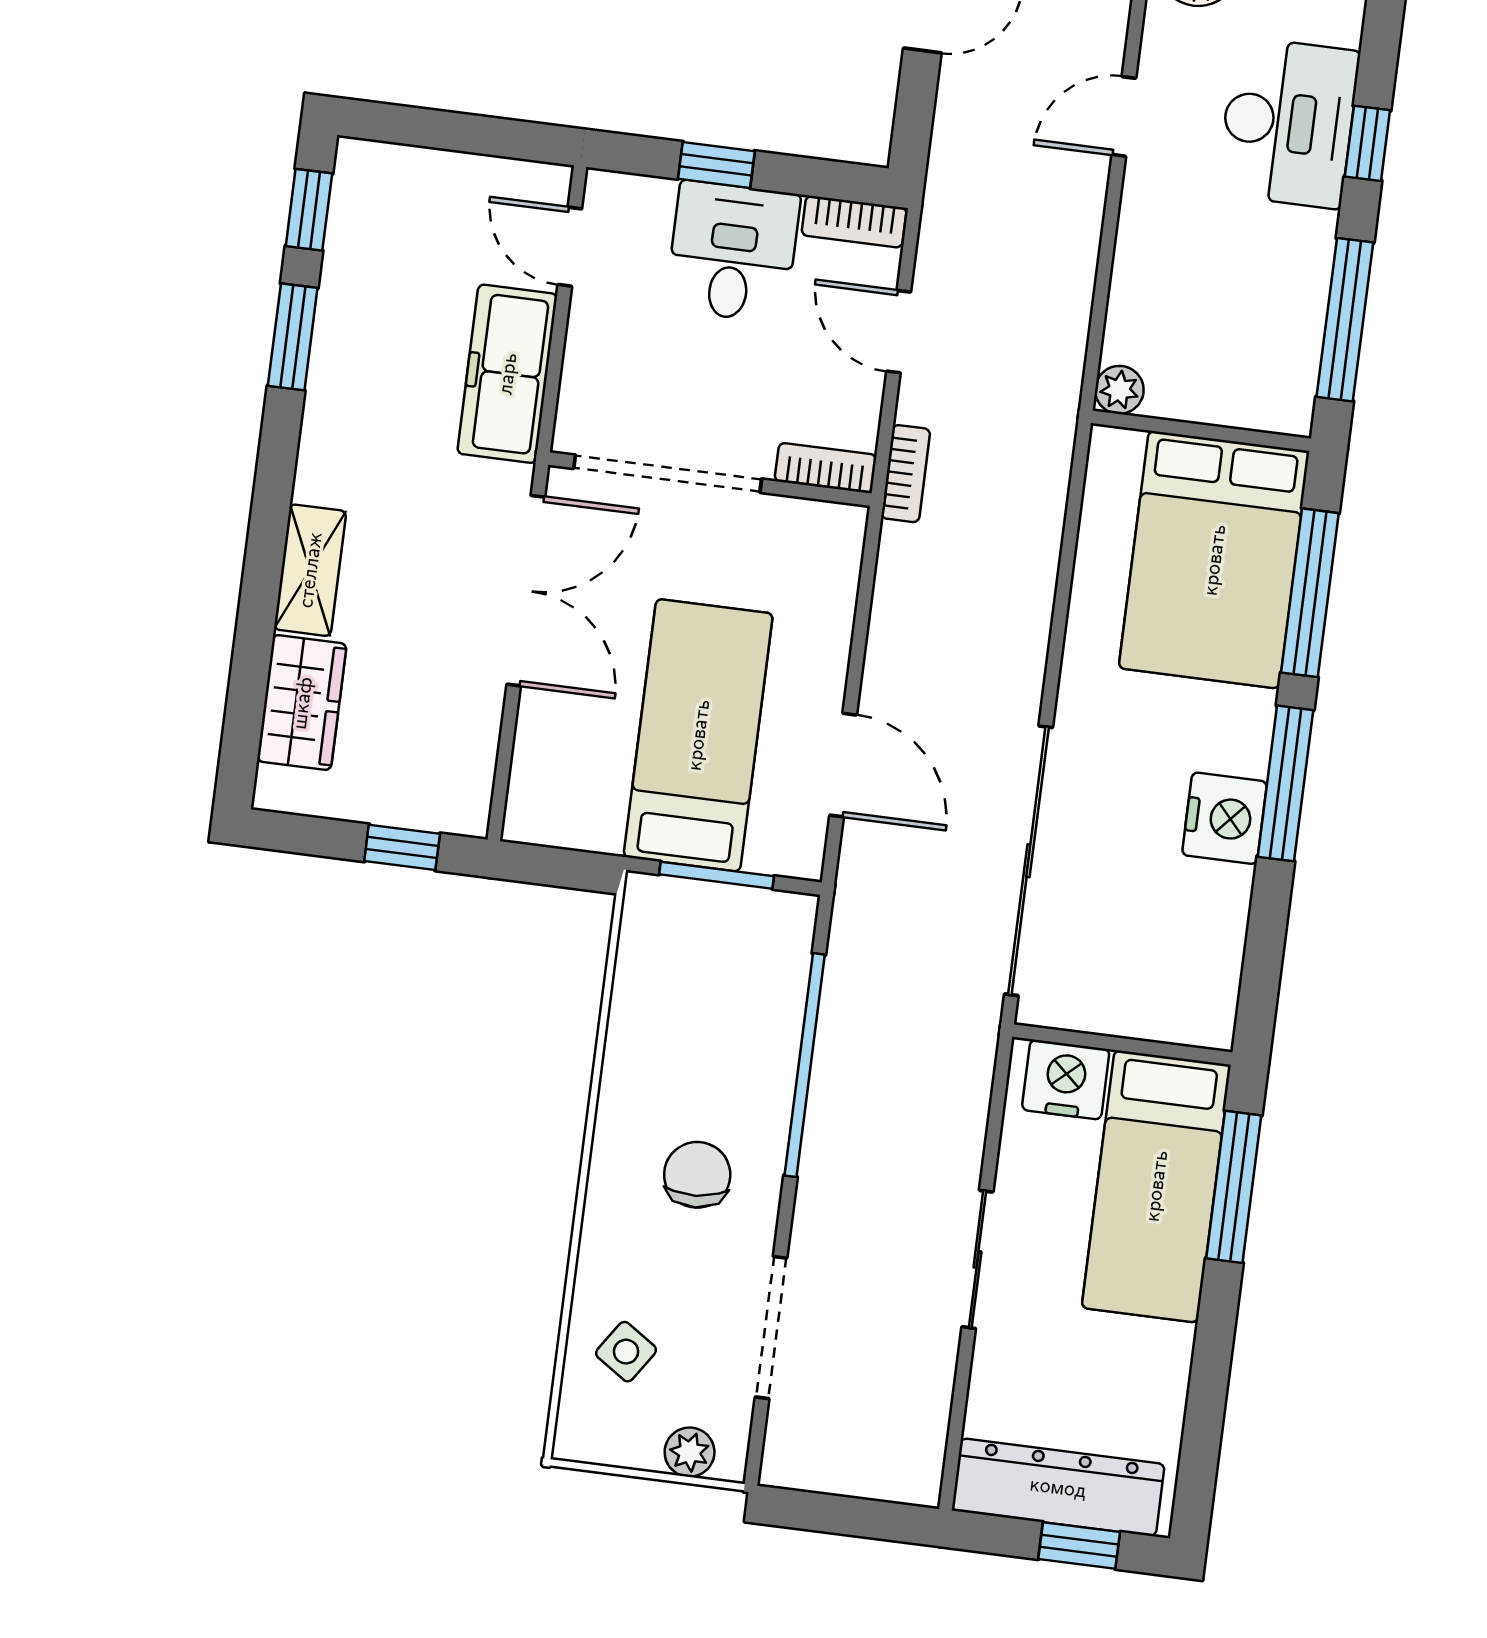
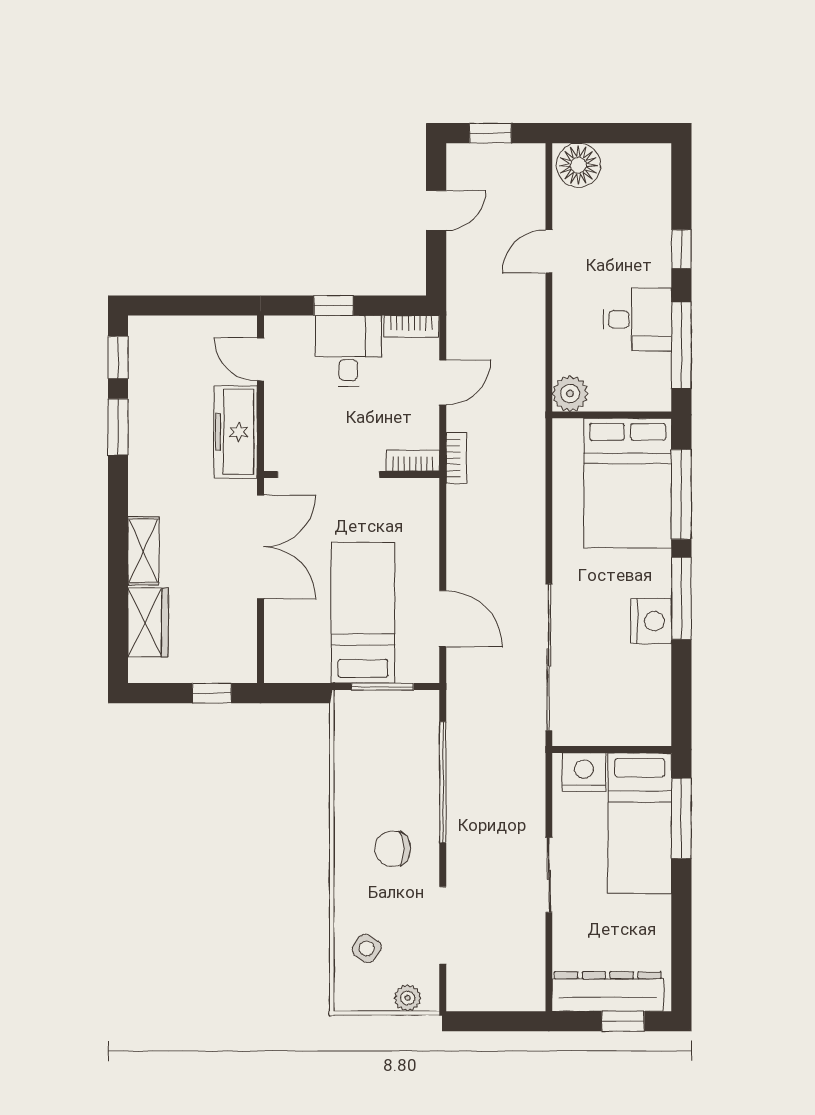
desk: (1288, 123) -> (637, 319), moved, width x0.73
door: (899, 332) -> (443, 382), swing flipped
plant: (1119, 390) -> (570, 394), width x1.38, depth x1.38
chair: (697, 1175) -> (393, 849), turned -86

